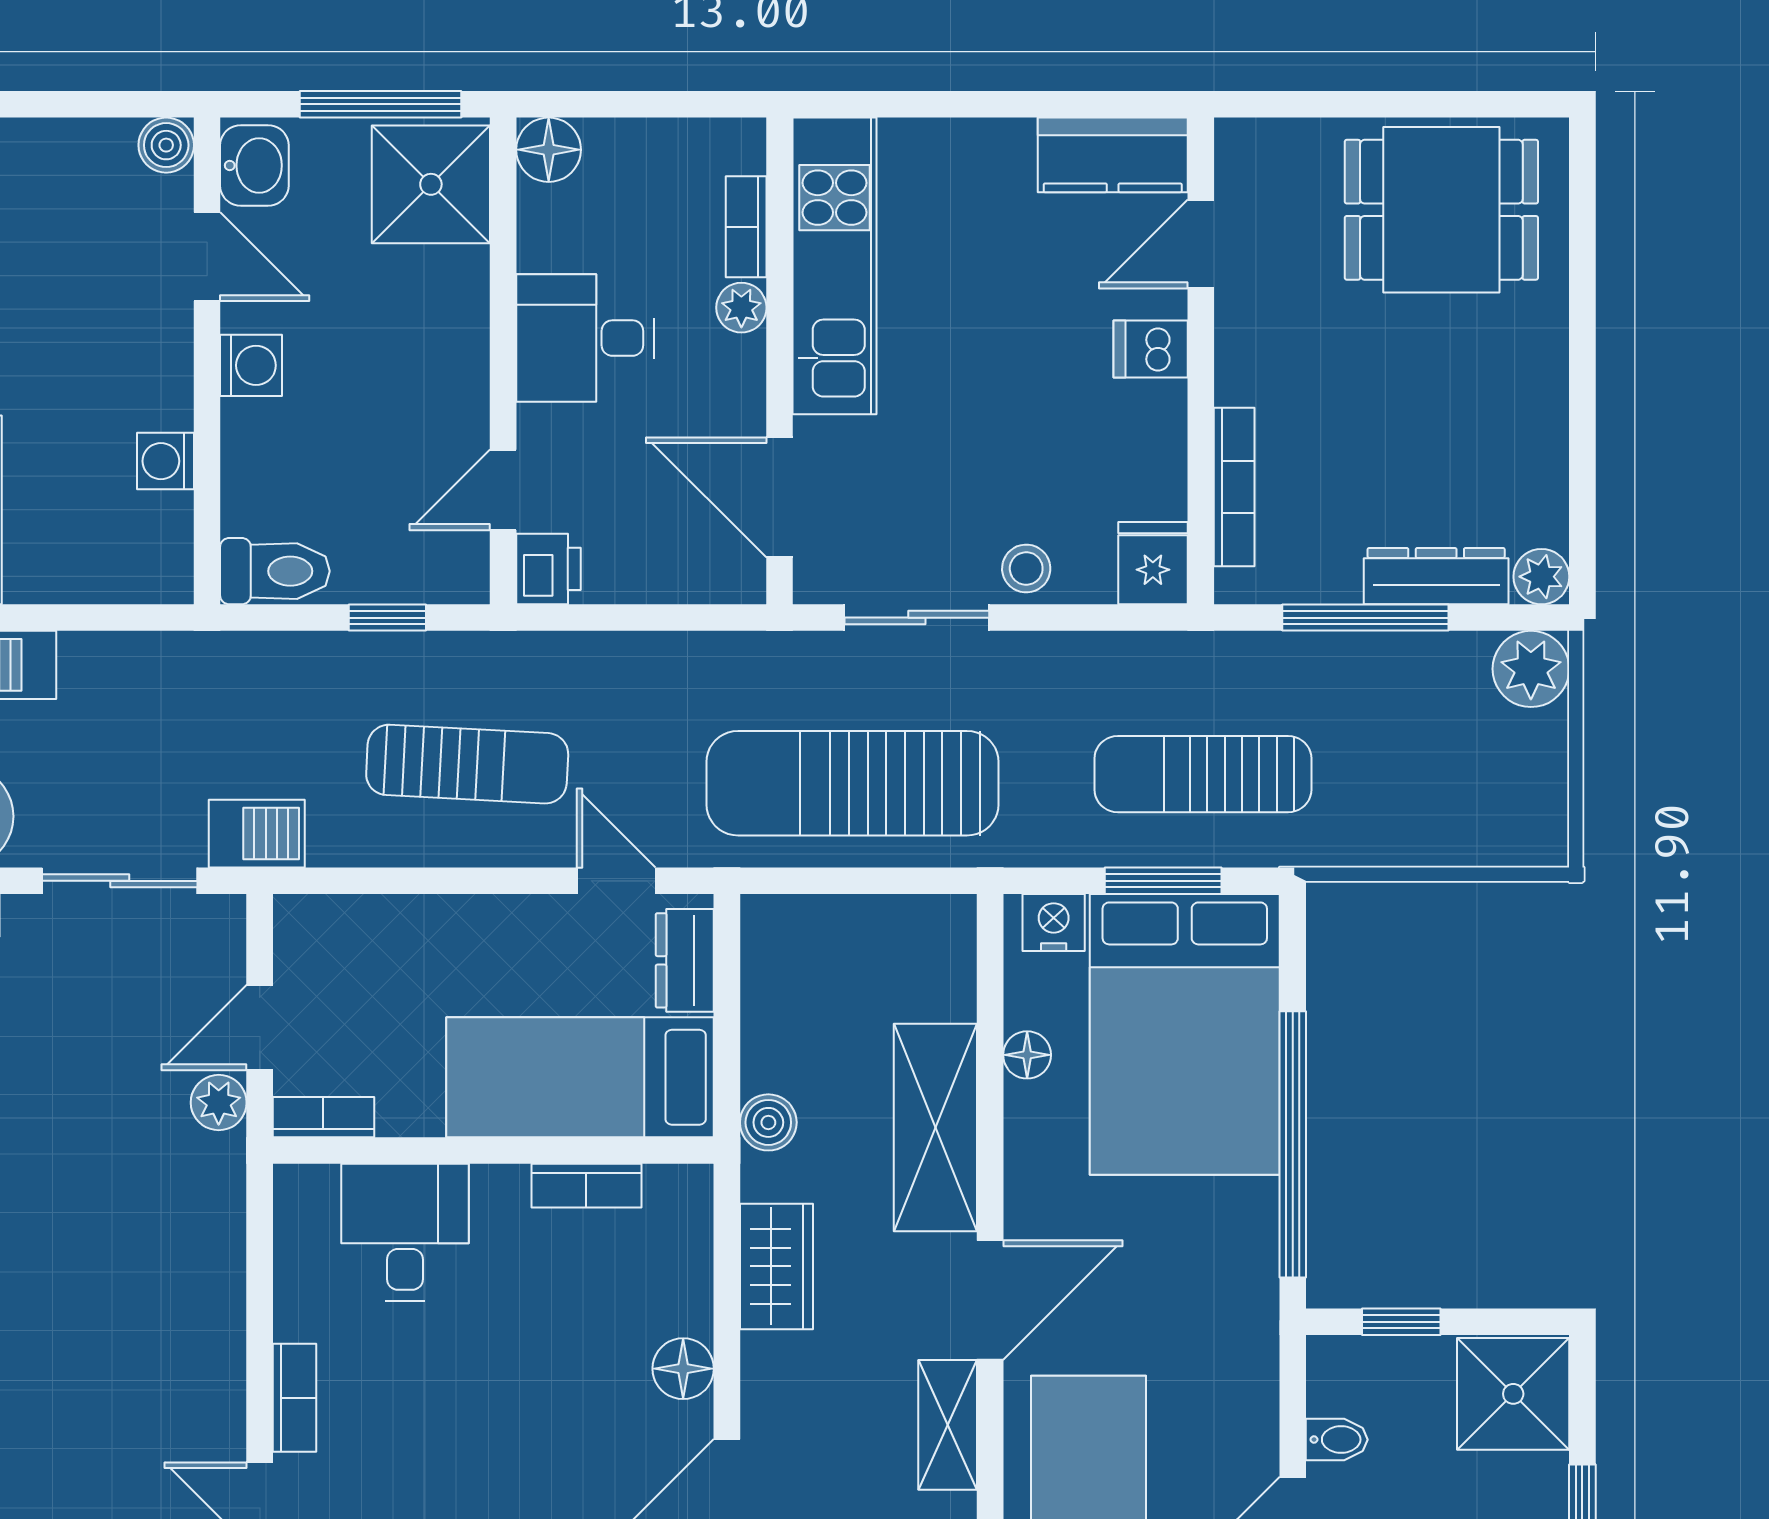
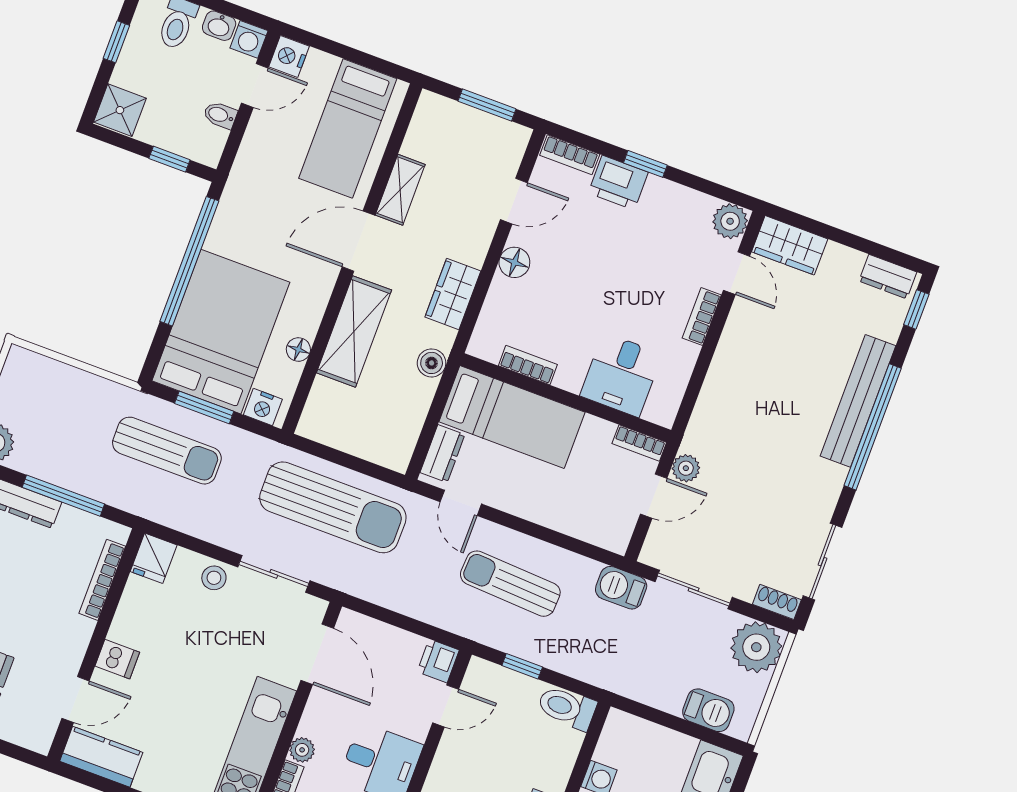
shower: (1513, 1394) -> (120, 110), width x0.73, depth x0.73

